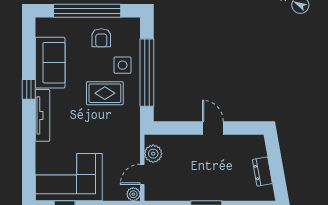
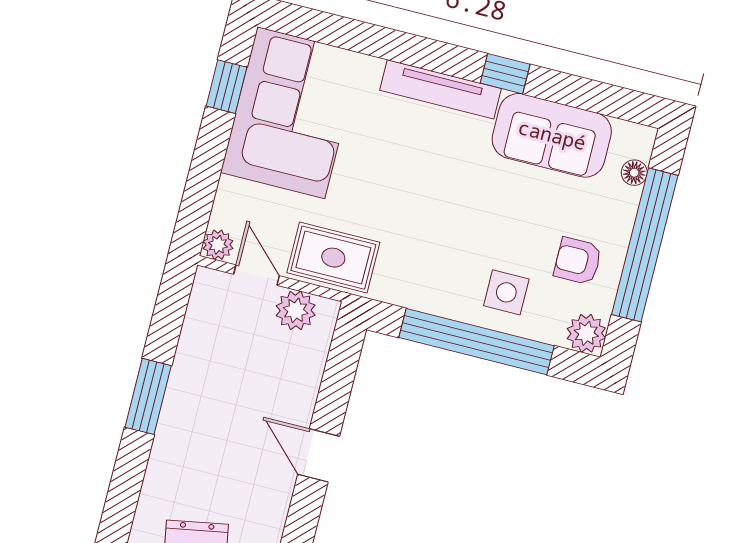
floor lamp: (57, 23) -> (634, 173), added
plant: (131, 26) -> (586, 333), added
rug: (105, 93) -> (333, 258), moved, turned 90
door: (213, 128) -> (319, 455), swing flipped

